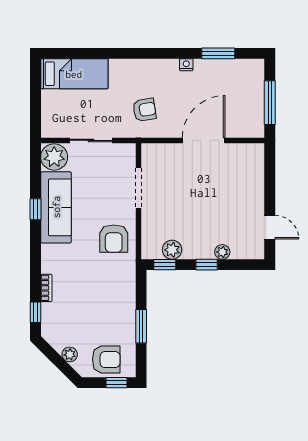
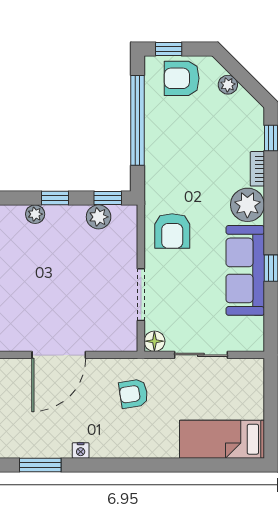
floor lamp: (128, 151) -> (154, 341), added
plant: (54, 157) -> (247, 205), moved
armchair: (114, 239) -> (172, 231), turned 180
window: (141, 326) -> (138, 120), width x2.11

